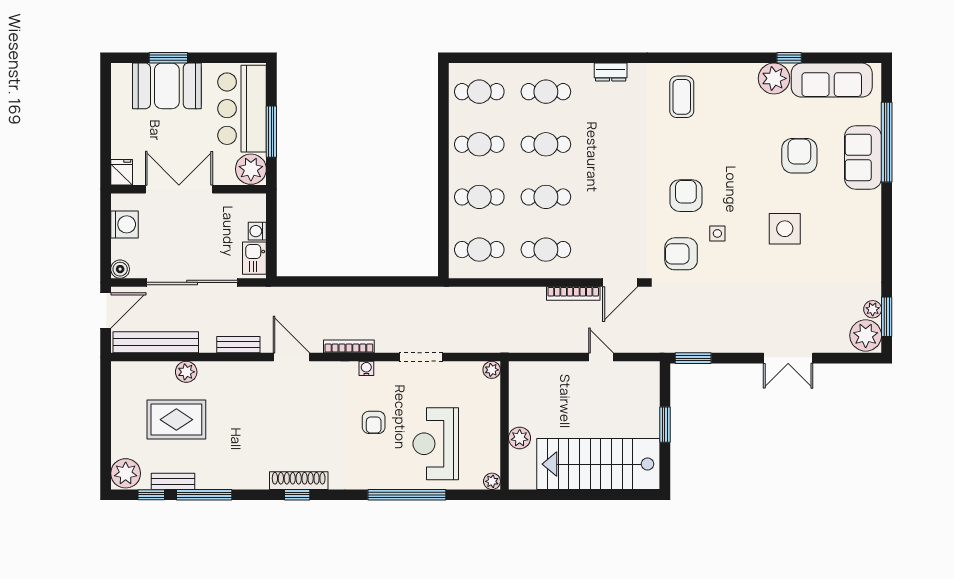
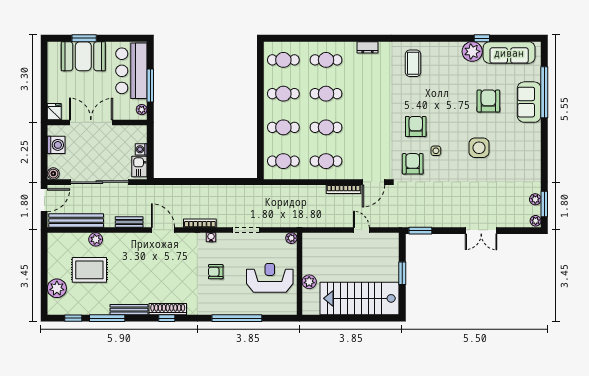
plant: (251, 169) -> (142, 110), width x0.53, depth x0.53
armchair: (681, 254) -> (413, 164), turned 90
plant: (866, 335) -> (536, 221), width x0.53, depth x0.53
armchair: (374, 422) -> (216, 272), turned 90
reception desk: (436, 444) -> (270, 278), moved, turned 90
plant: (126, 473) -> (57, 288), moved
bench: (173, 481) -> (129, 310), moved, width x1.36
plant: (492, 481) -> (291, 309), removed

